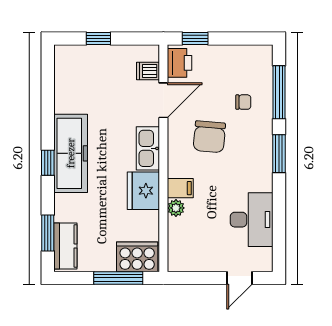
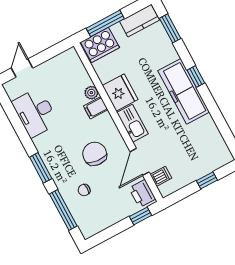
kitchen counter: (65, 246) -> (140, 21), moved, turned -90

